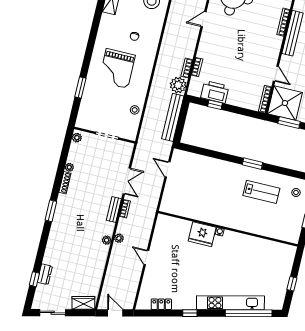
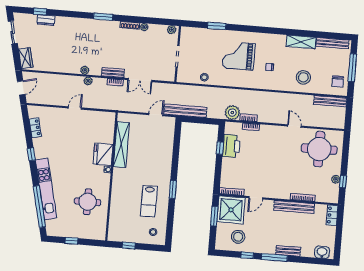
bench: (173, 117) -> (185, 111), moved
shelving: (195, 213) -> (121, 145), added
round table: (252, 259) -> (88, 202), added

